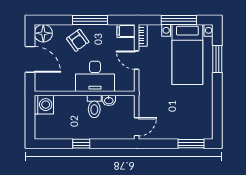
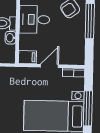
filing cabinet: (126, 31) -> (27, 57), moved, turned 90
desk: (95, 76) -> (34, 19), width x0.73

